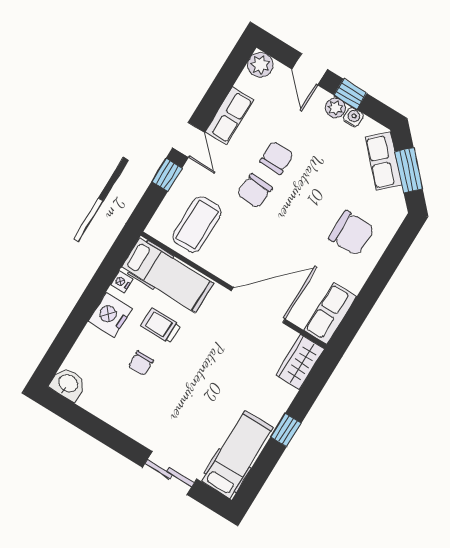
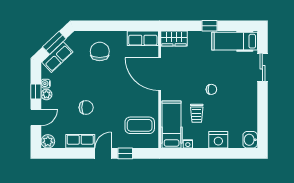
chair: (277, 158) -> (86, 107), turned 180
chair: (255, 191) -> (108, 108), removed
nightstand: (110, 315) -> (218, 140), moved
chair: (141, 363) -> (211, 89), moved

